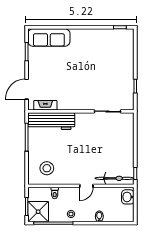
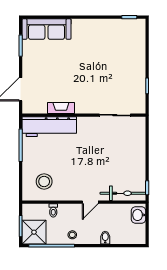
fireplace: (45, 105) -> (61, 108), moved

